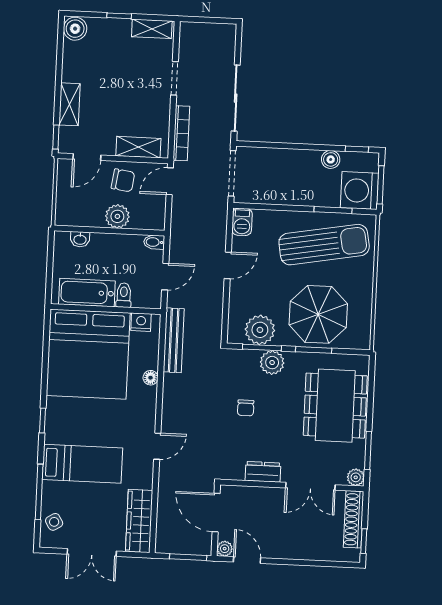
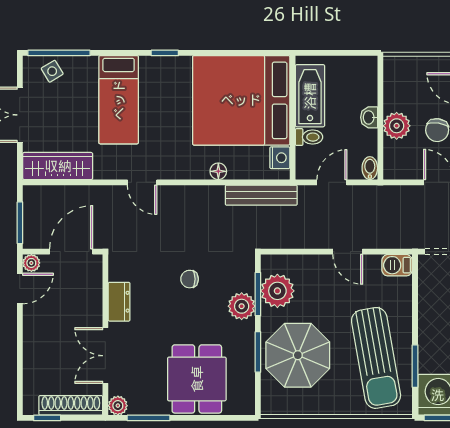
washbasin: (80, 239) -> (369, 117), moved
door: (165, 277) -> (332, 182), swing flipped
dining table: (335, 406) -> (197, 379), width x0.73
window: (39, 492) -> (59, 53), moved

